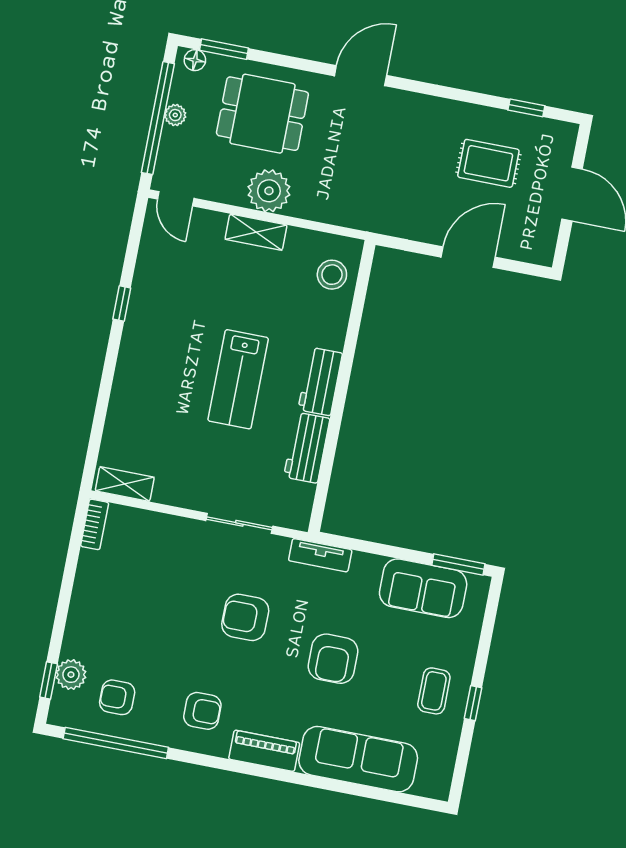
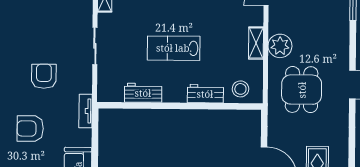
dining table: (262, 114) -> (302, 90), moved
workbench: (320, 381) -> (205, 94), moved
sliding door: (239, 523) -> (95, 46), moved

